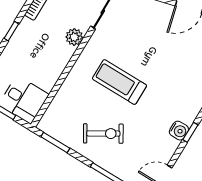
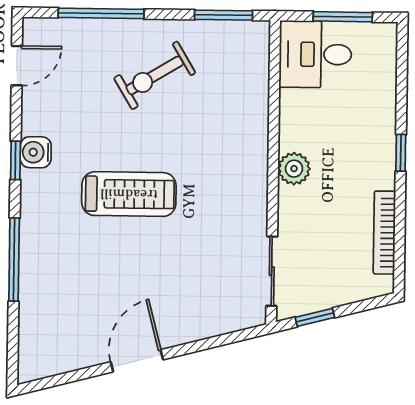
plant: (74, 37) -> (294, 169), moved
treadmill: (119, 82) -> (129, 194), moved

